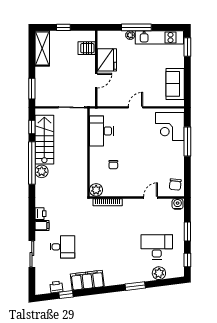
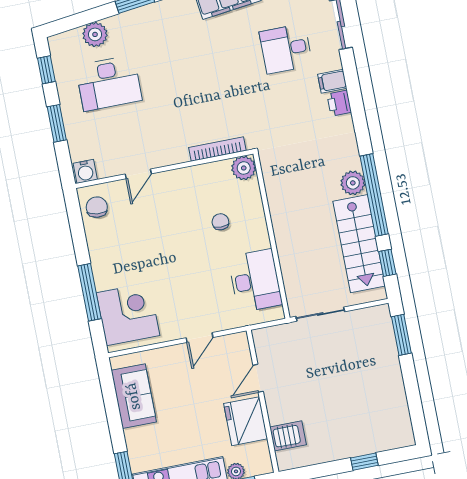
shelving: (42, 48) -> (396, 414), removed
server rack: (87, 48) -> (288, 436), moved
fridge: (107, 60) -> (246, 421), moved
wall: (96, 68) -> (262, 401), moved
door: (96, 81) -> (258, 378), moved

